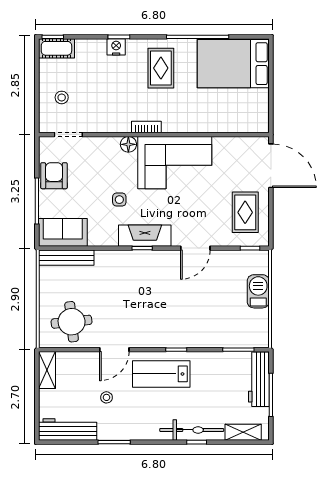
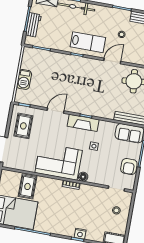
rug: (161, 68) -> (27, 186), moved
workbench: (259, 379) -> (33, 25), width x0.73

